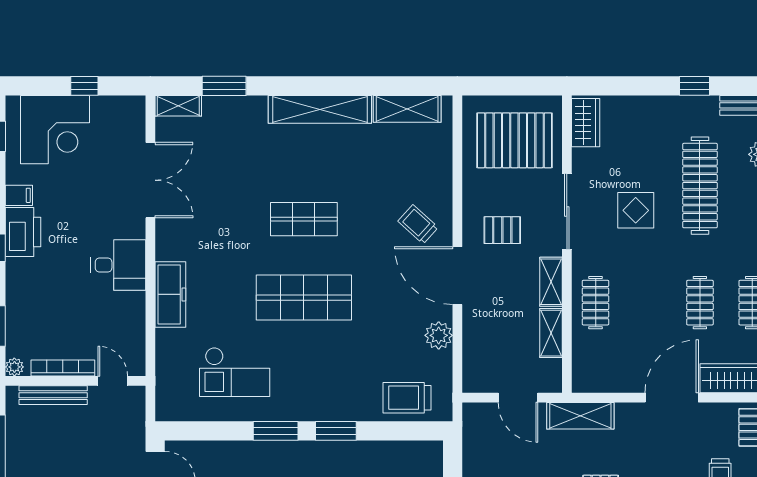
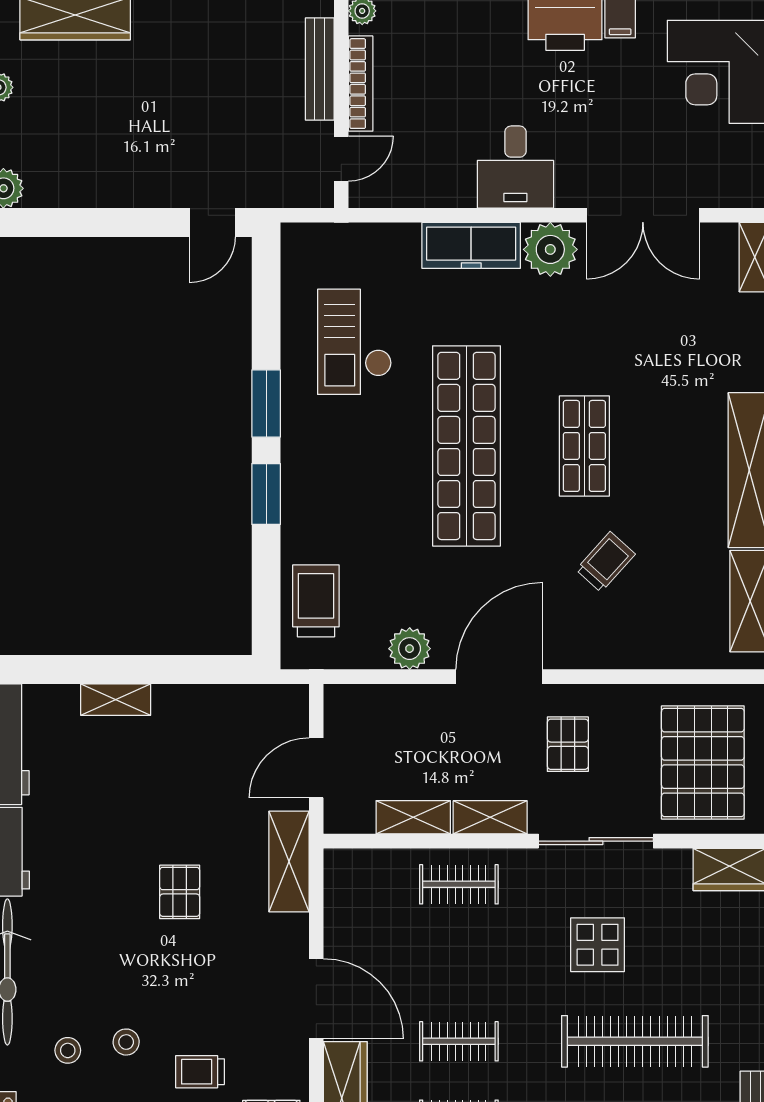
trolley: (418, 224) -> (606, 562), moved
plant: (173, 242) -> (550, 249), added
shop shelf: (304, 298) -> (466, 446), width x1.40

